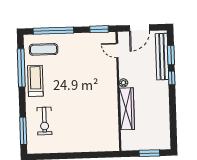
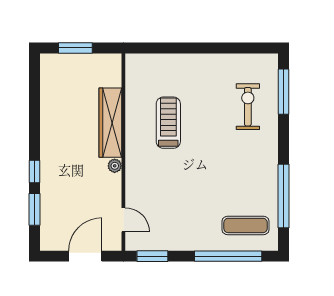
bench: (162, 57) -> (49, 207), removed
treadmill: (35, 81) -> (168, 123), moved, turned 180

